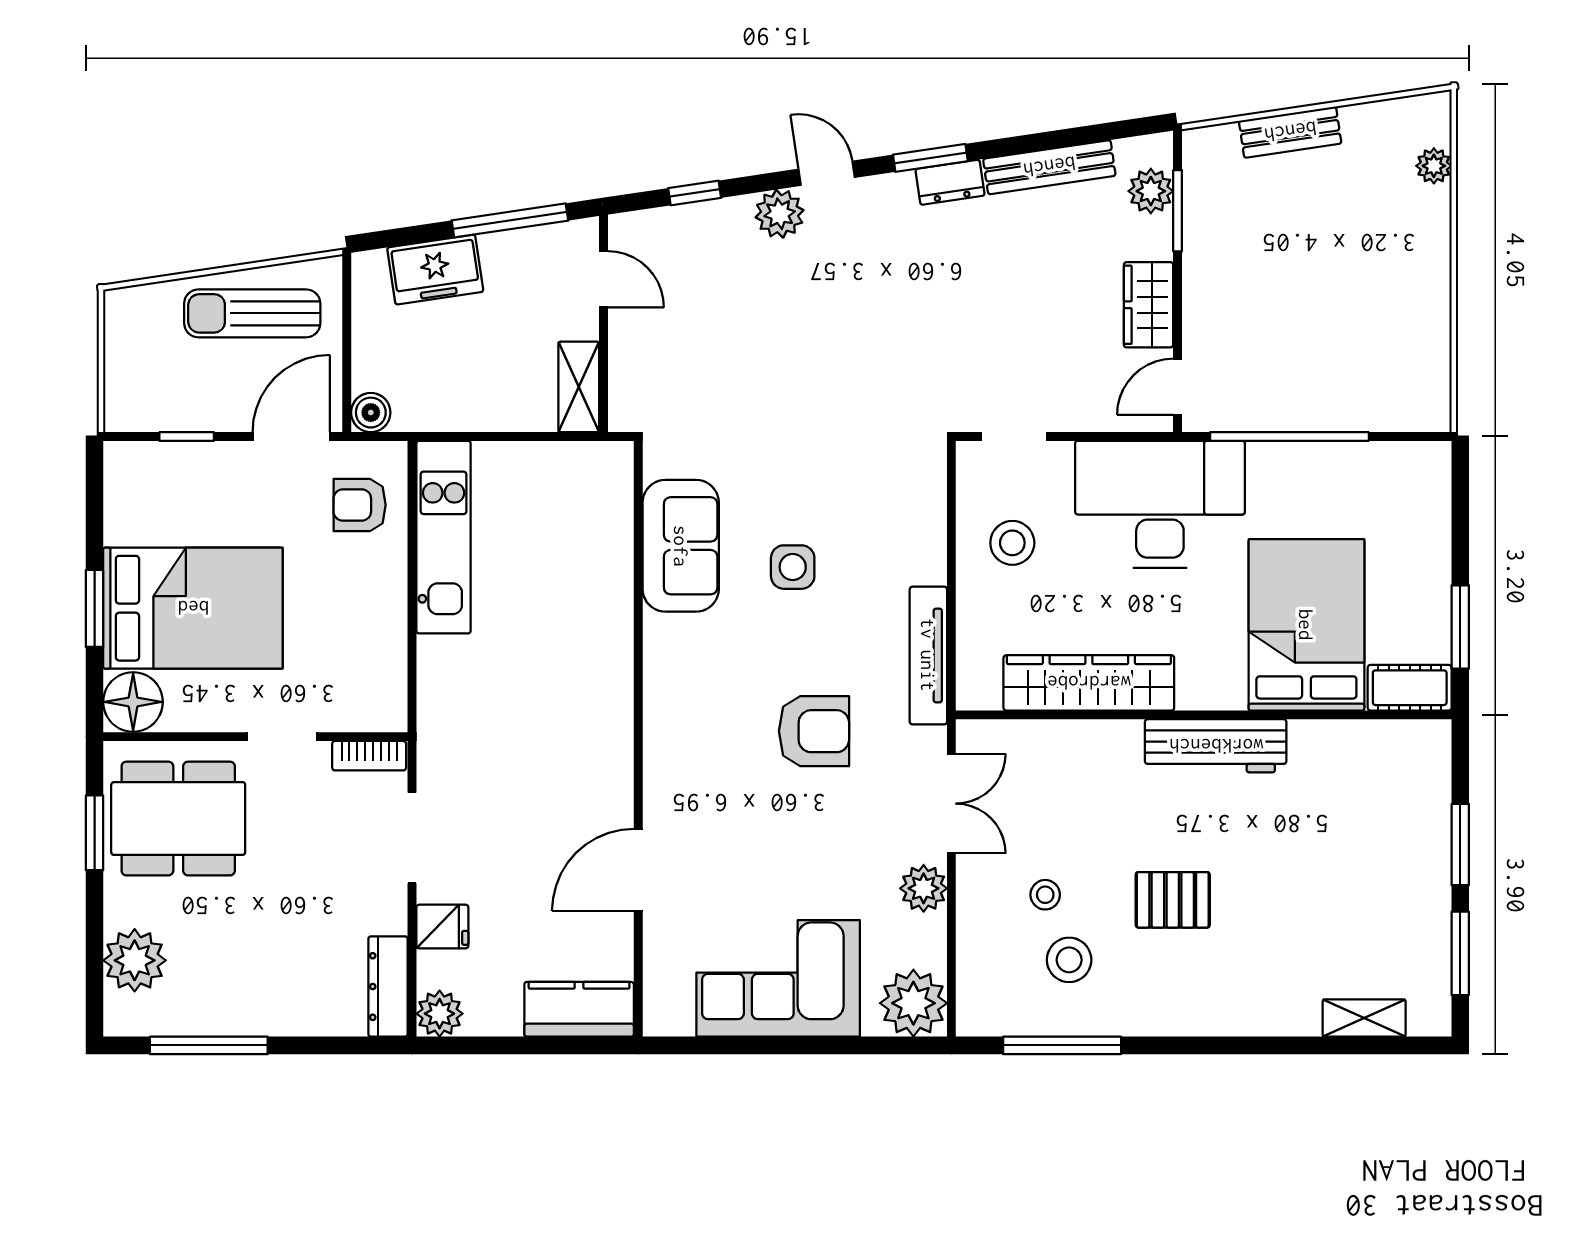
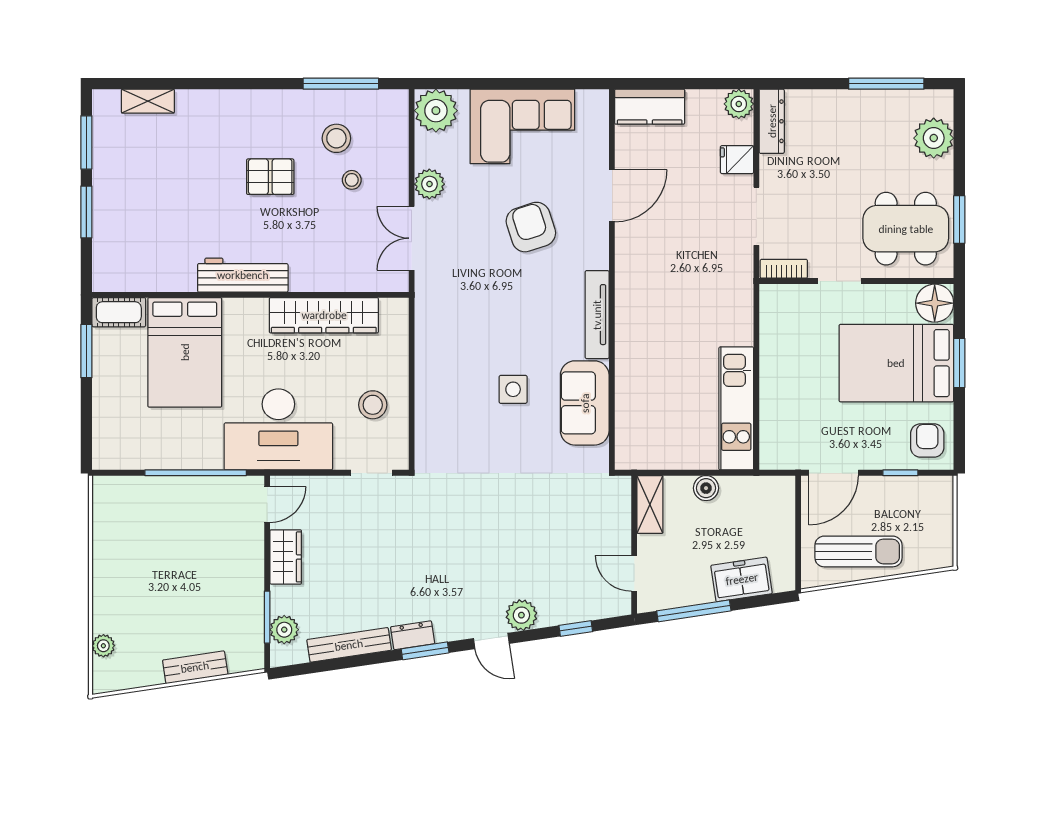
boiler: (371, 413) -> (706, 488), moved
armchair: (360, 505) -> (927, 440), moved, turned -90
tv unit: (928, 655) -> (597, 315), moved, turned 180
armchair: (814, 731) -> (531, 227), moved, turned 72

